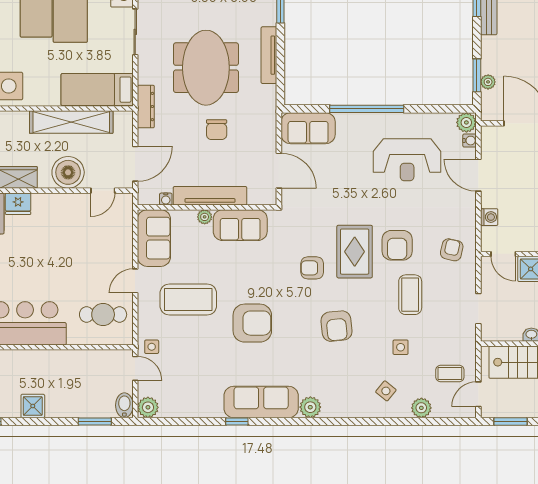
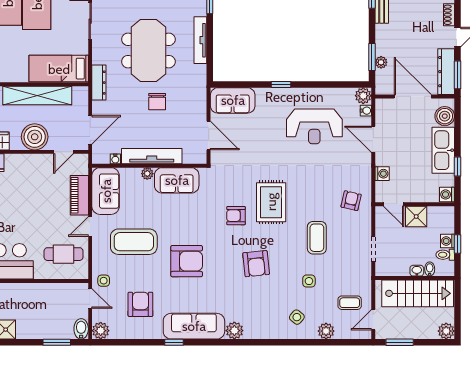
window: (367, 109) -> (281, 84), width x0.32
piano: (122, 243) -> (79, 195), added
armchair: (397, 245) -> (140, 304), moved, turned 180

